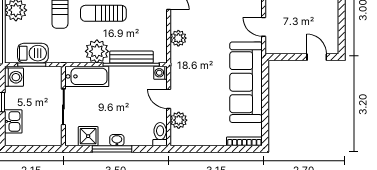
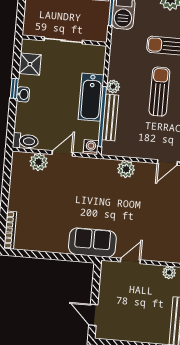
plant: (97, 51) -> (113, 87), width x0.53, depth x0.53
door: (317, 57) -> (93, 315), swing flipped
bathtub: (87, 76) -> (91, 97), moved
sofa: (246, 82) -> (92, 243), width x0.54, depth x0.79
window: (112, 149) -> (14, 88), width x0.46

